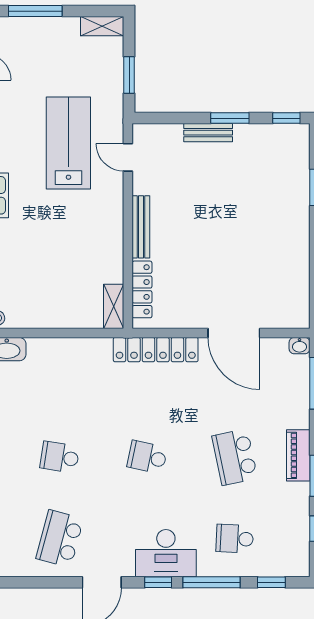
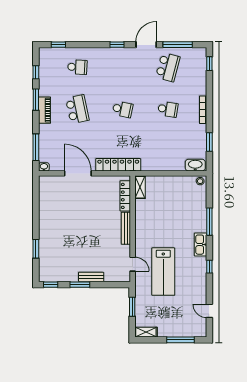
desk: (166, 553) -> (113, 60), removed
window: (212, 582) -> (178, 45), moved

